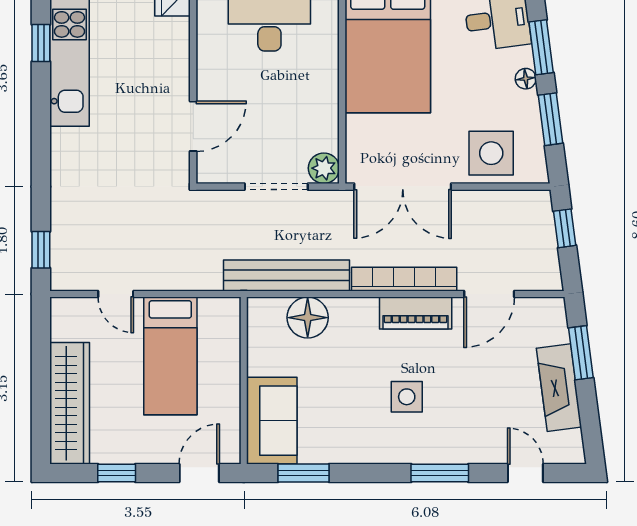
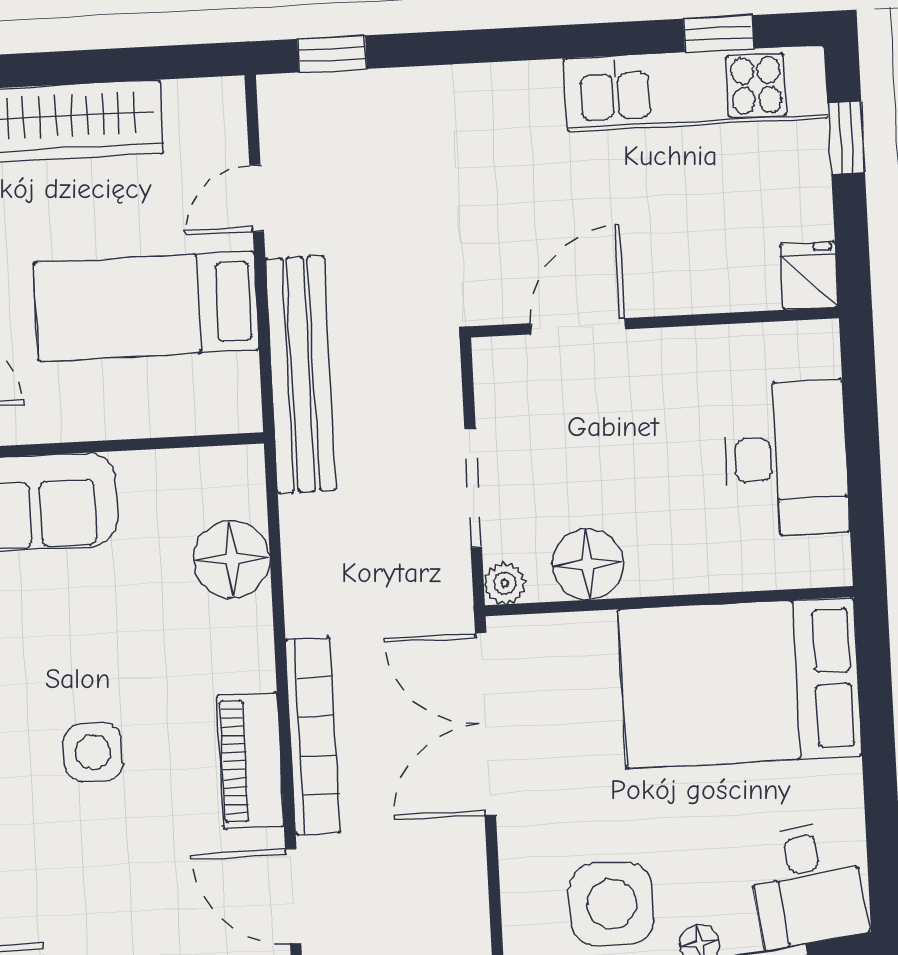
door: (193, 126) -> (578, 326), swing flipped
floor lamp: (320, 128) -> (588, 564), added
side table: (491, 153) -> (612, 904), moved
plant: (324, 168) -> (505, 583), width x0.73, depth x0.73
bench: (287, 275) -> (301, 374), moved

